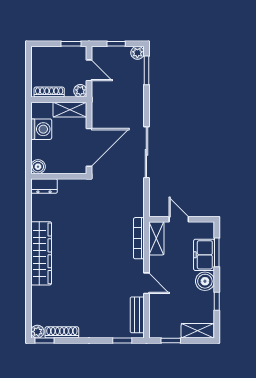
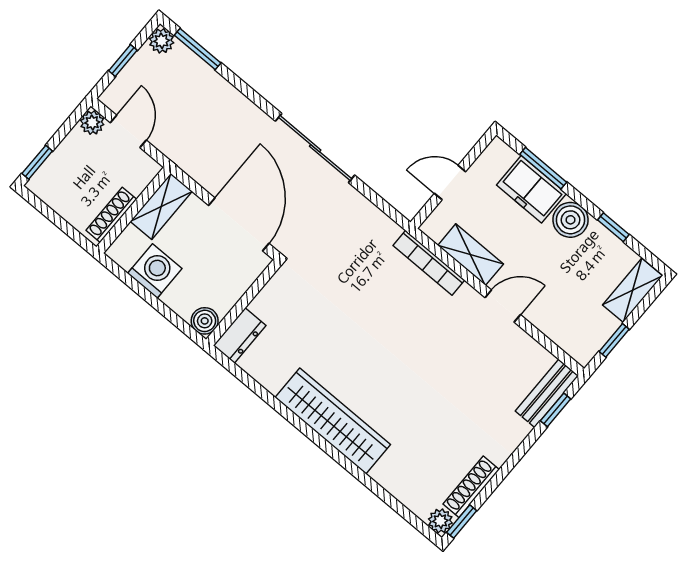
window: (71, 44) -> (37, 162), moved
door: (89, 70) -> (128, 131), hinge flipped
plant: (80, 91) -> (92, 123), moved
shelving: (156, 238) -> (471, 255), moved
bench: (137, 315) -> (547, 393), moved, turned 90

